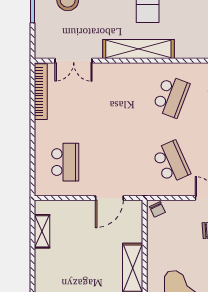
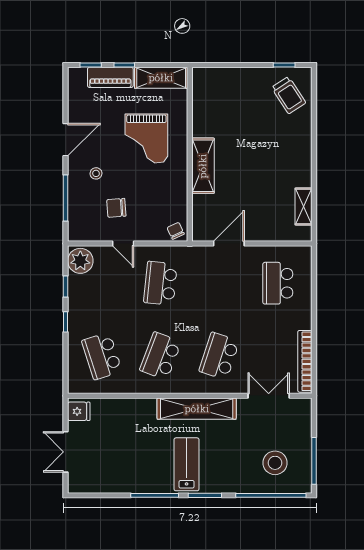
school desk: (118, 96) -> (219, 356), added
school desk: (171, 162) -> (160, 283), turned 30

